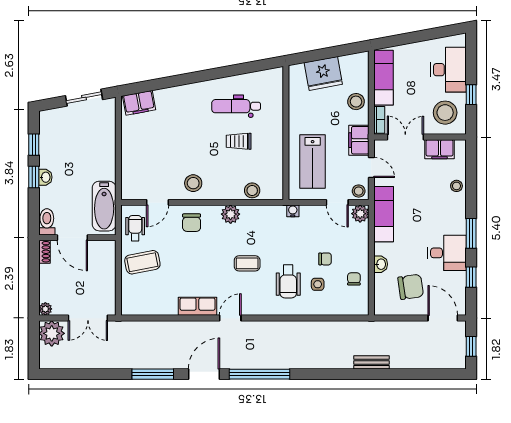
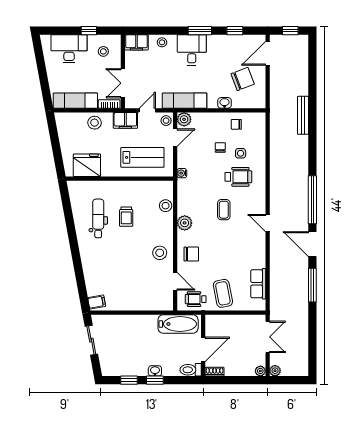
fridge: (323, 73) -> (87, 165), moved, turned -80
filing cabinet: (139, 103) -> (97, 302), width x0.50
dental chair: (236, 106) -> (98, 218), turned 180
stool: (445, 113) -> (103, 51), width x0.53, depth x0.53
filing cabinet: (440, 149) -> (136, 42), moved, turned 90
desk: (447, 253) -> (192, 50), moved
chair: (411, 287) -> (243, 79), turned 77
row of seats: (197, 306) -> (258, 284), moved
plant: (52, 333) -> (275, 371), width x0.53, depth x0.53
bench: (371, 362) -> (303, 115), width x1.36

